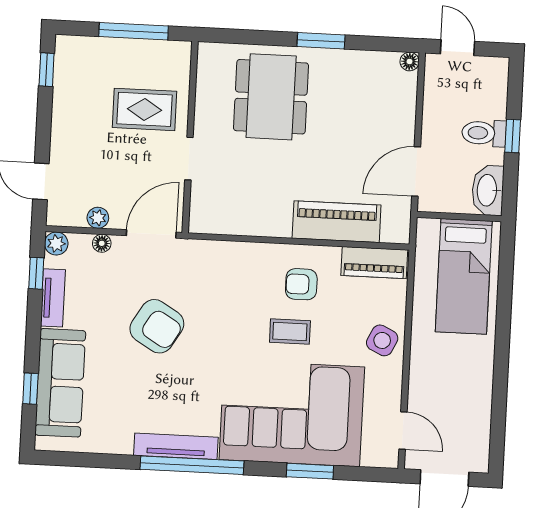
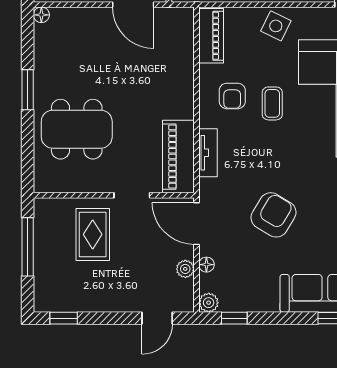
piano: (337, 222) -> (178, 157), moved
tv unit: (53, 298) -> (208, 153), moved, turned 90

